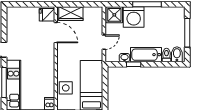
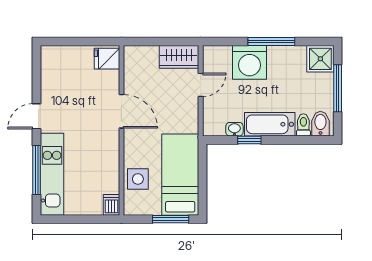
wardrobe: (71, 14) -> (179, 57), moved
shower: (114, 15) -> (320, 59), moved
door: (56, 33) -> (121, 111), moved
door: (104, 42) -> (201, 85), moved

